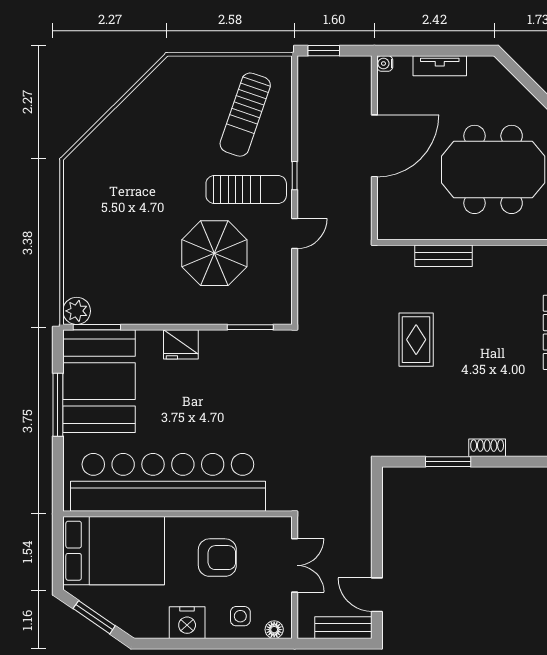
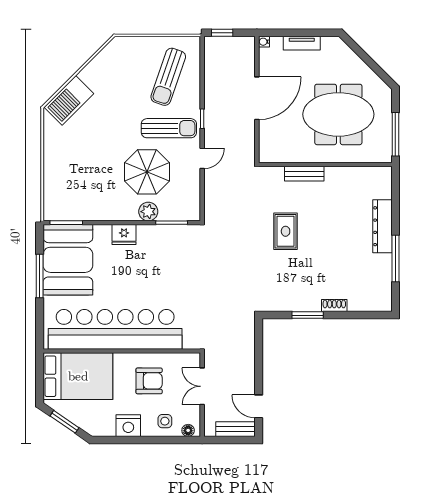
barbecue: (100, 149) -> (69, 100), added
plant: (77, 311) -> (148, 212), moved
double door: (295, 565) -> (202, 386), swing flipped

